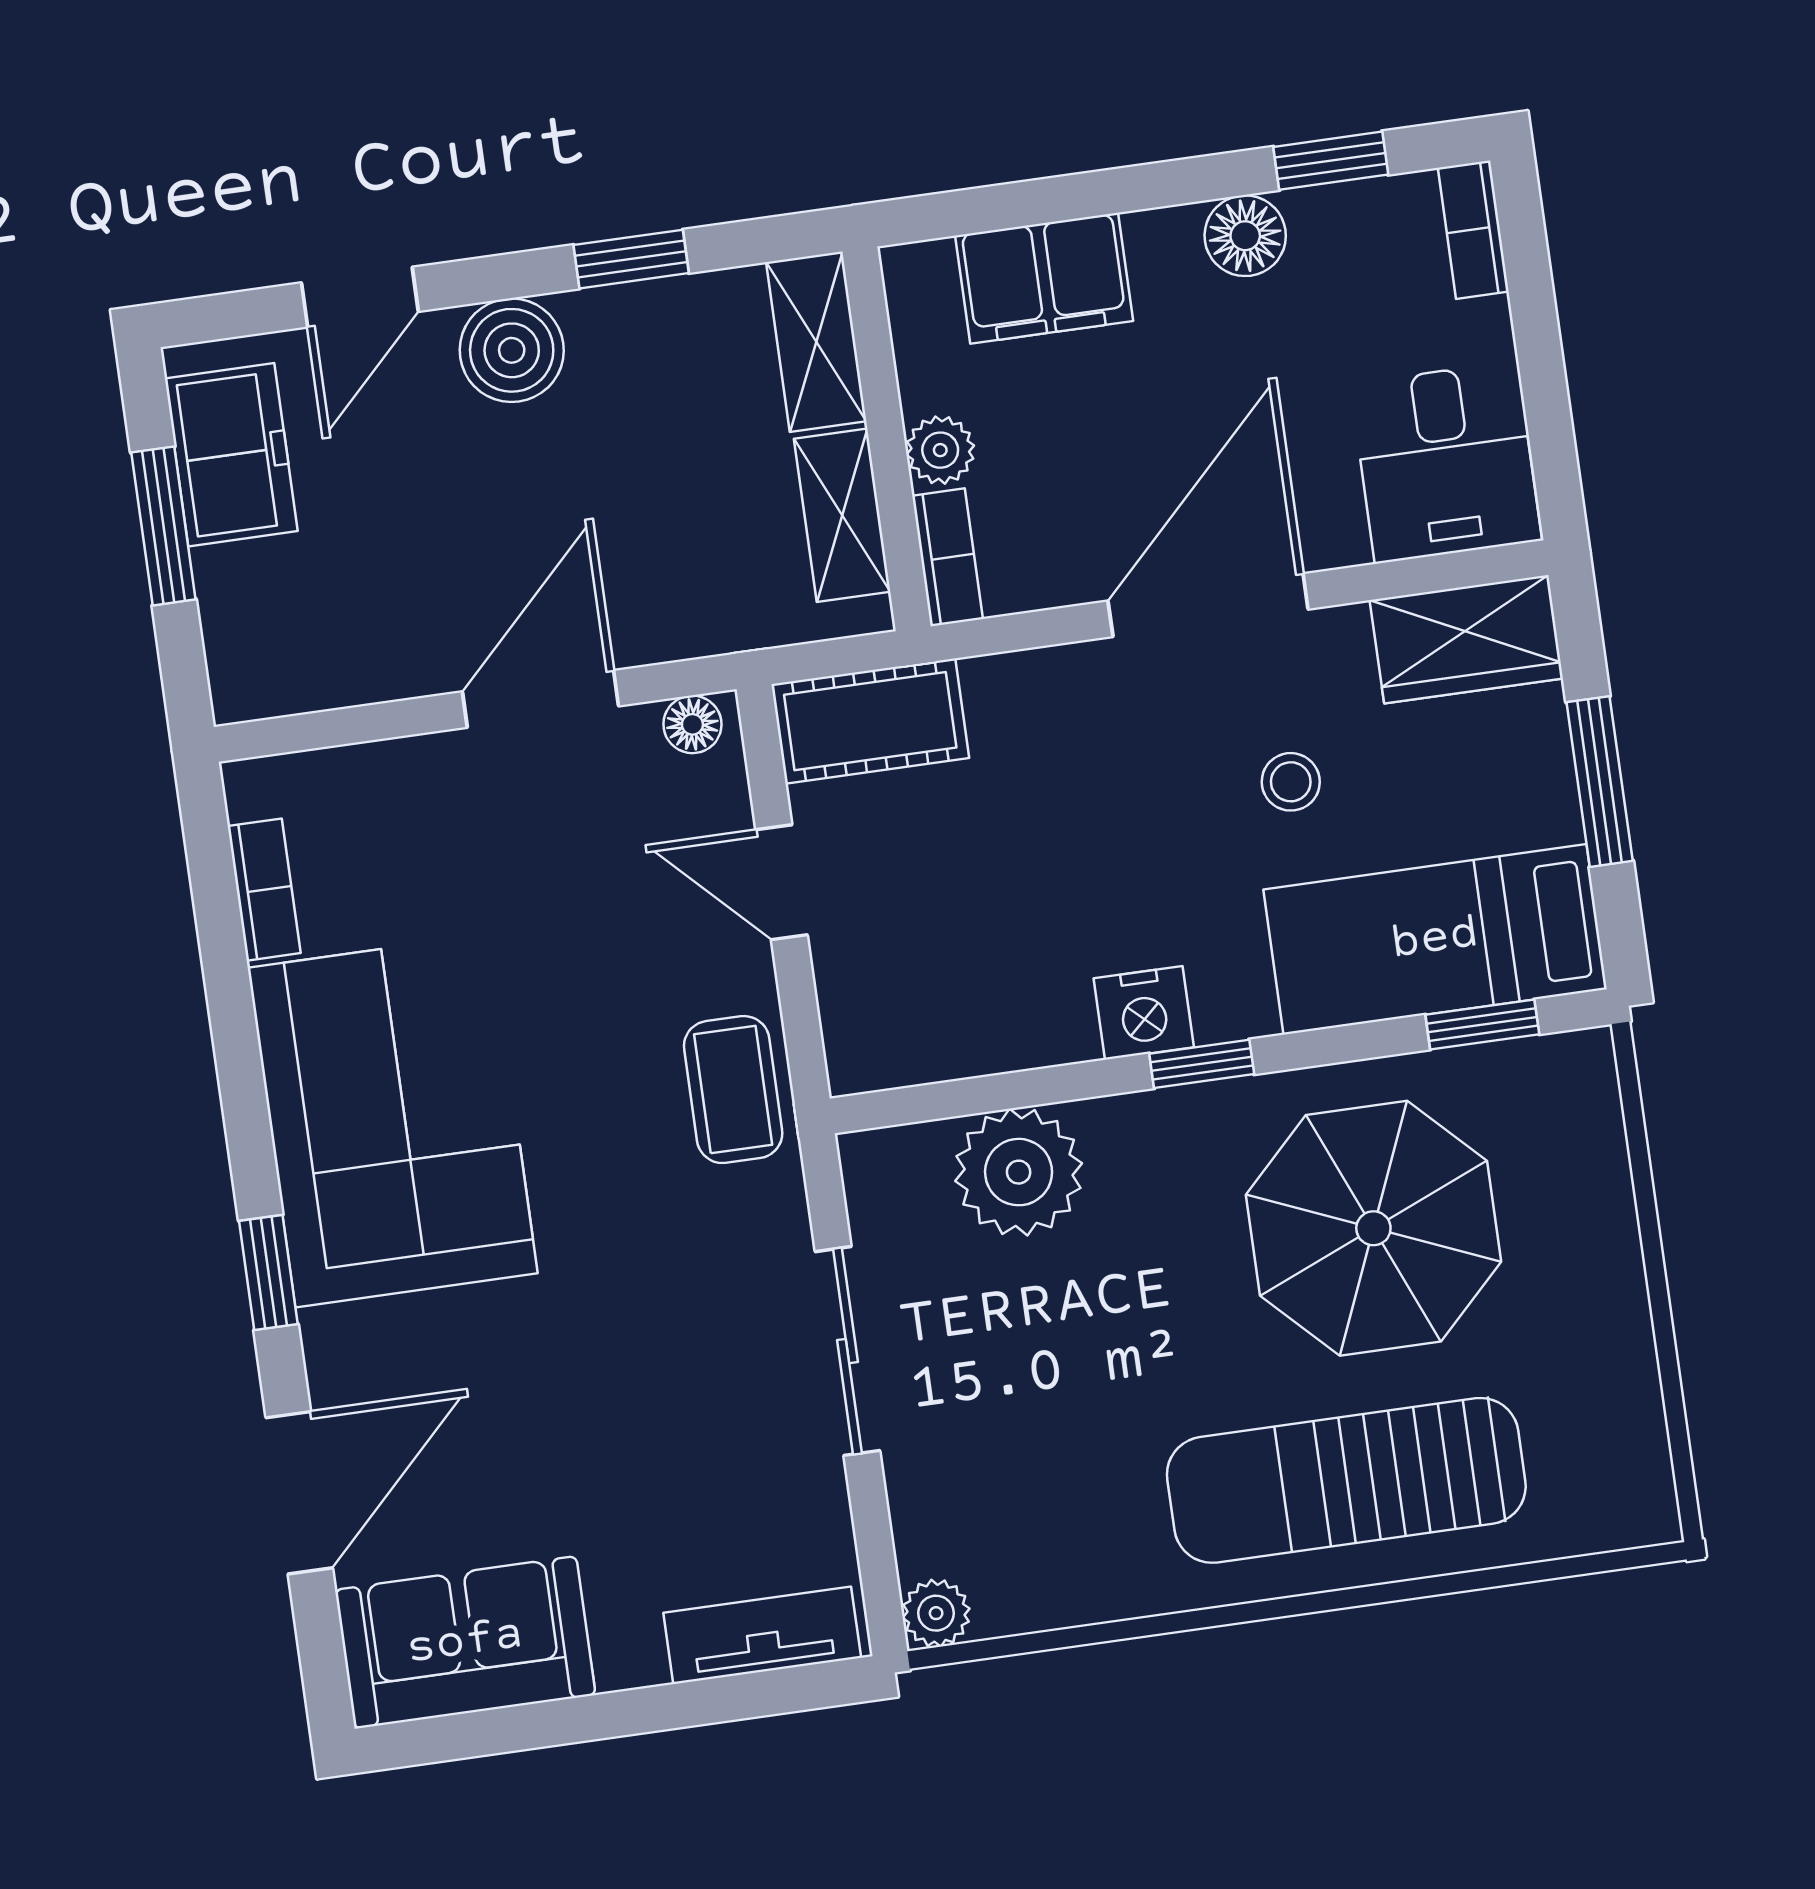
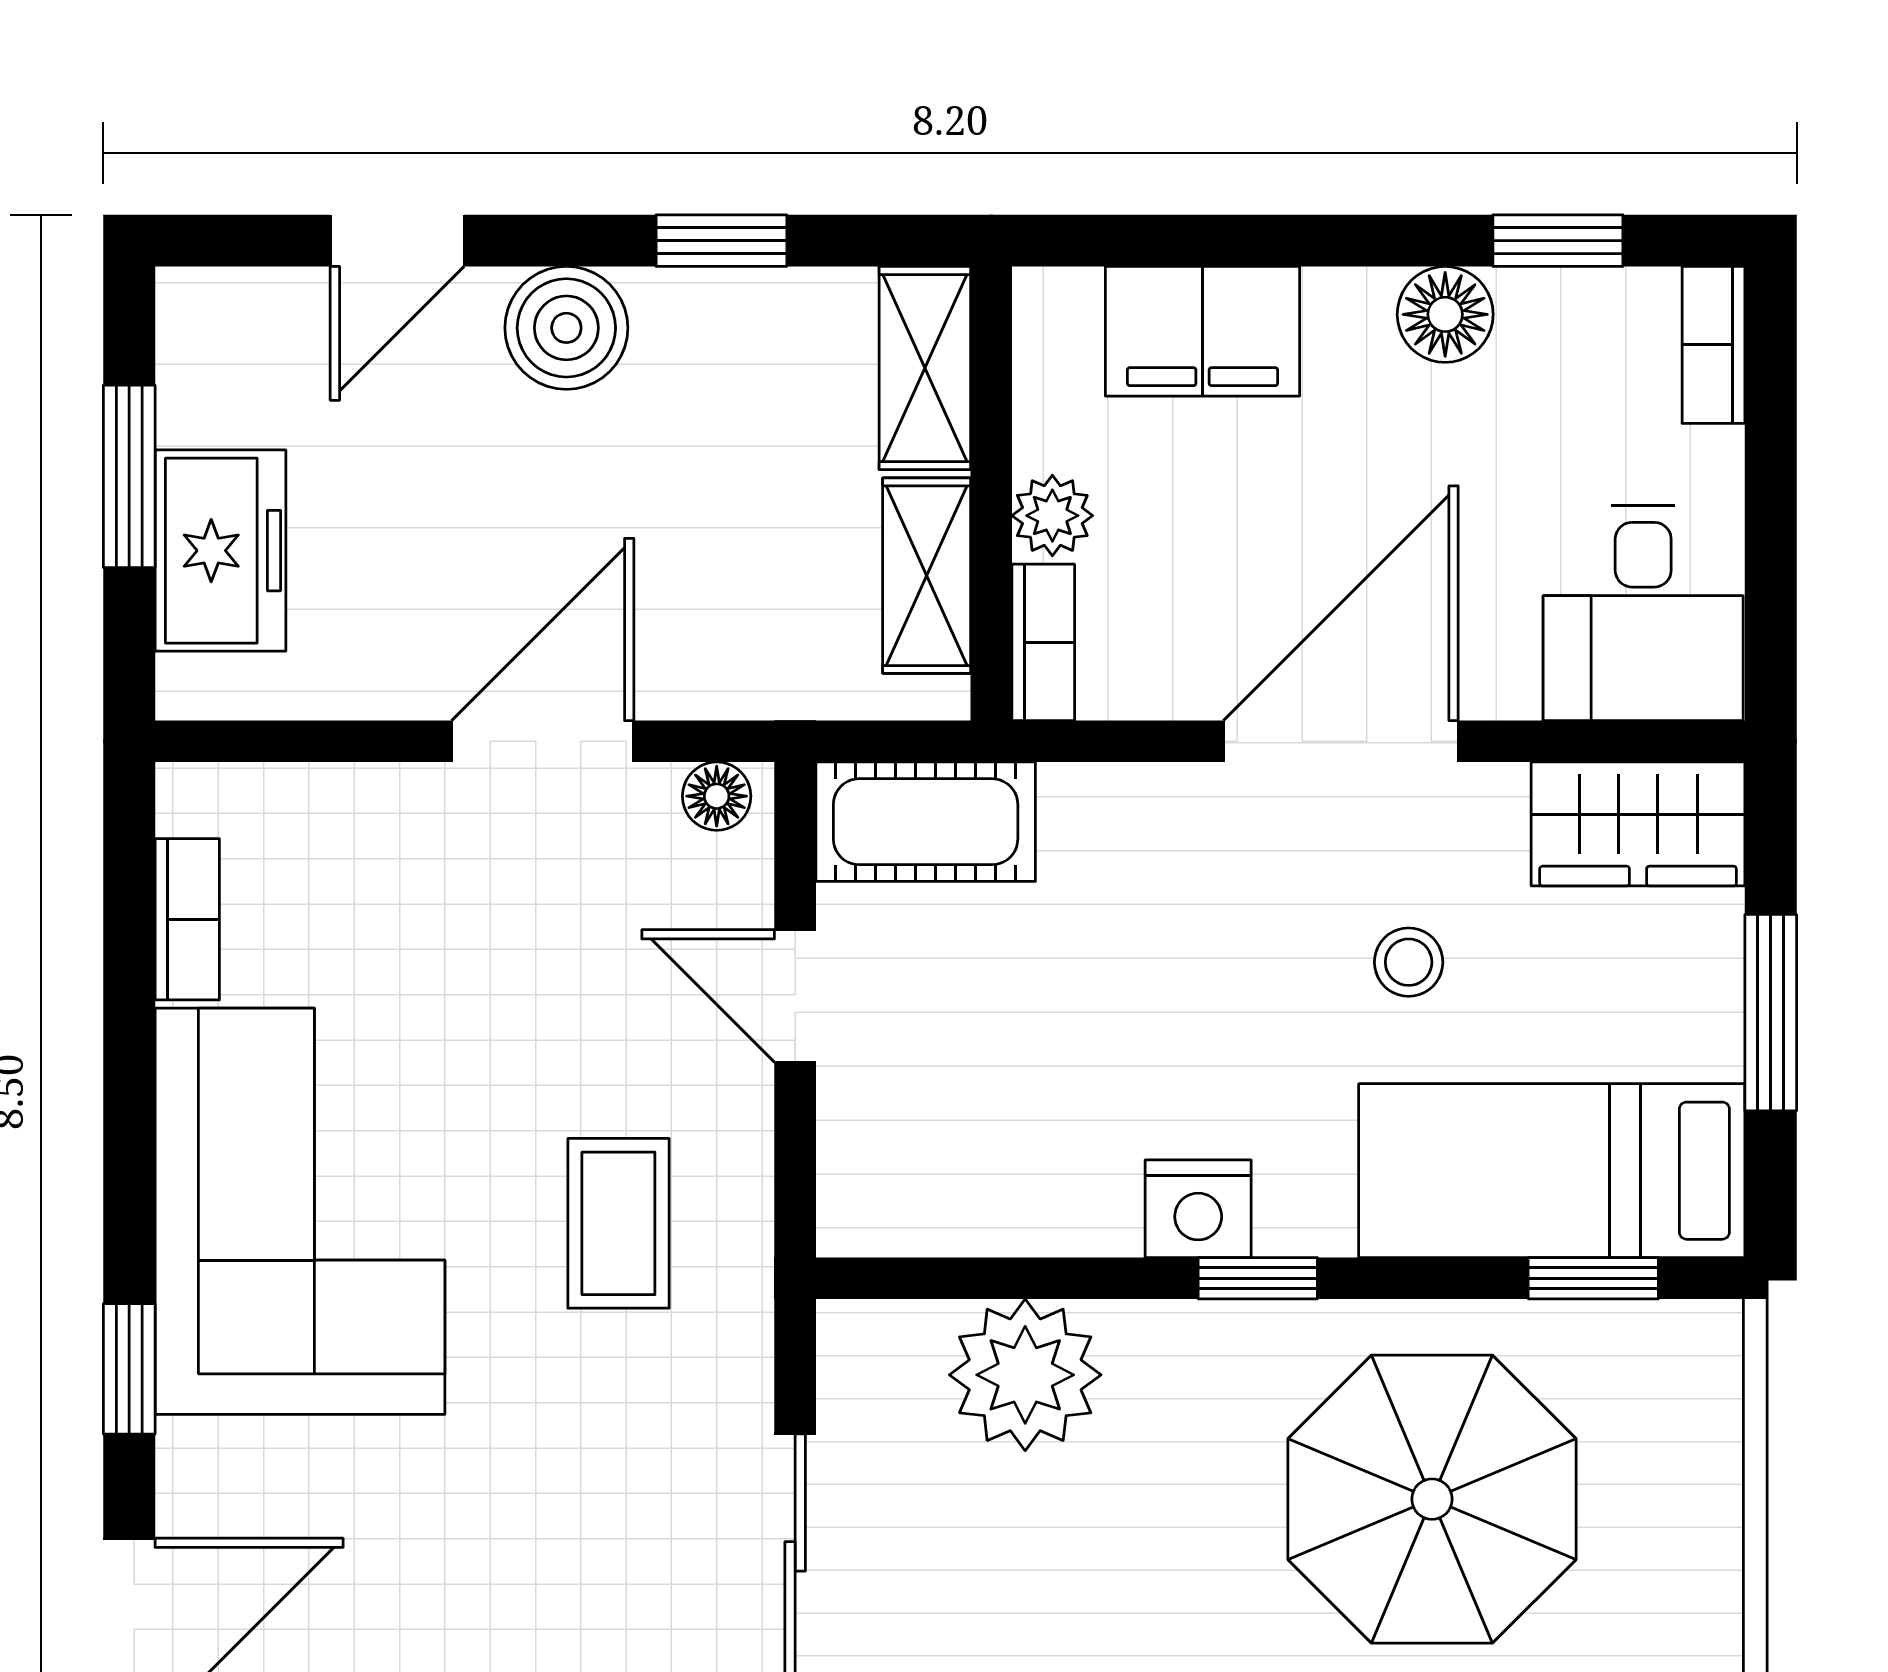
freezer: (231, 455) -> (220, 551), moved
coffee table: (733, 1090) -> (618, 1223), moved

